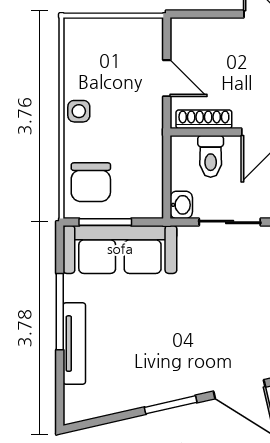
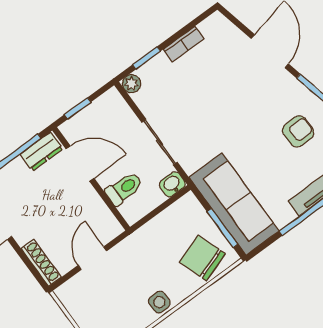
shoe rack: (204, 119) -> (41, 263), moved, turned 180
chair: (91, 182) -> (202, 258), turned -109
armchair: (144, 360) -> (298, 131), added

